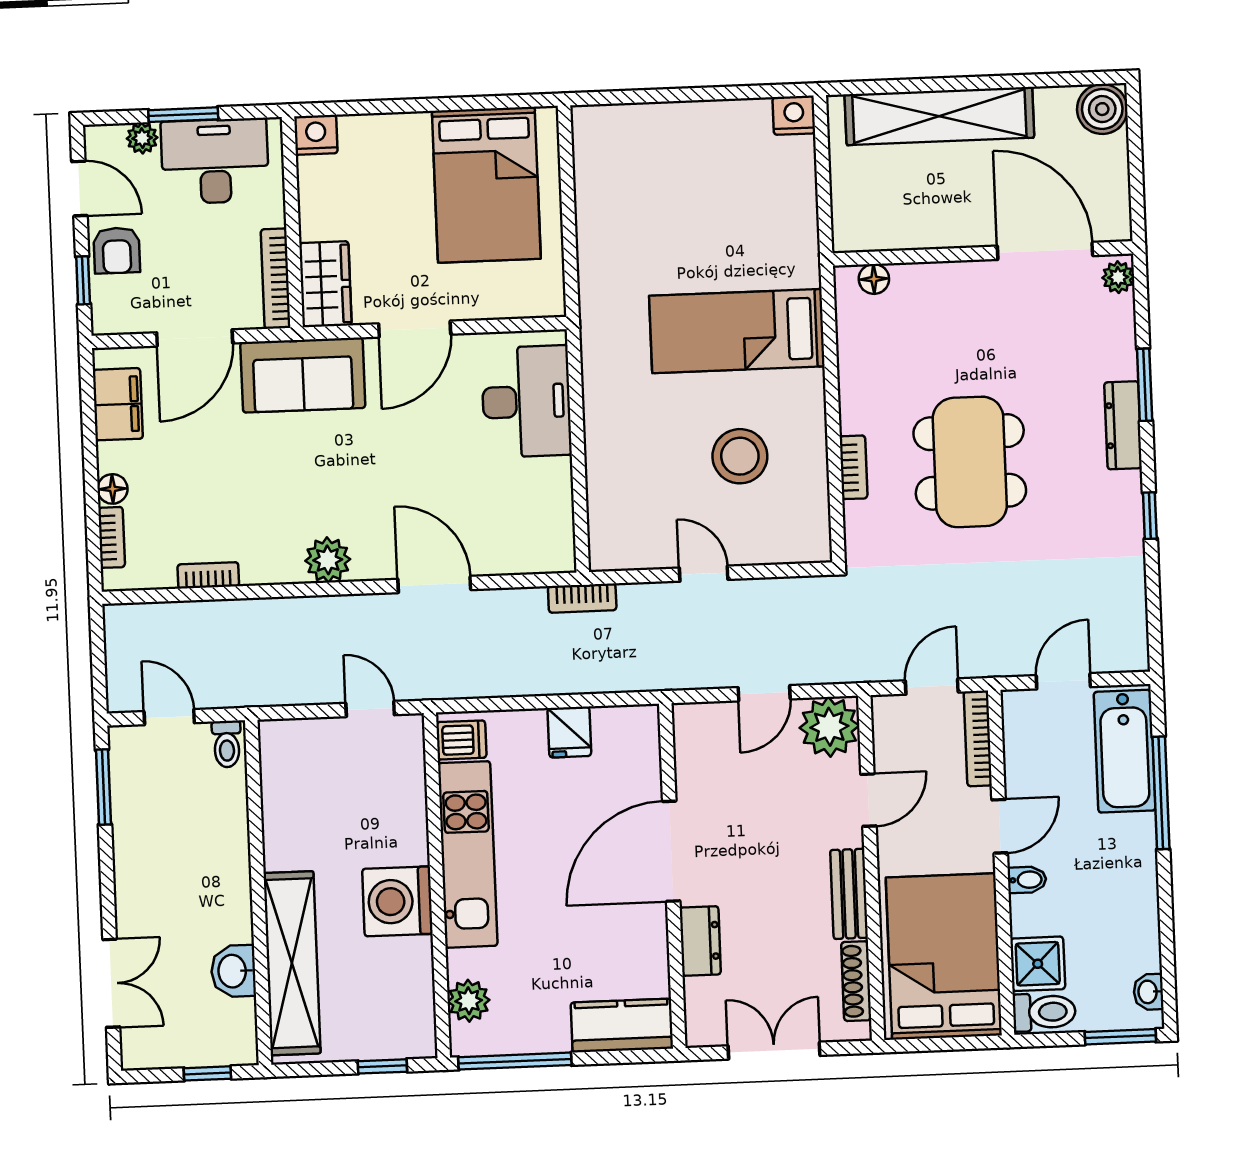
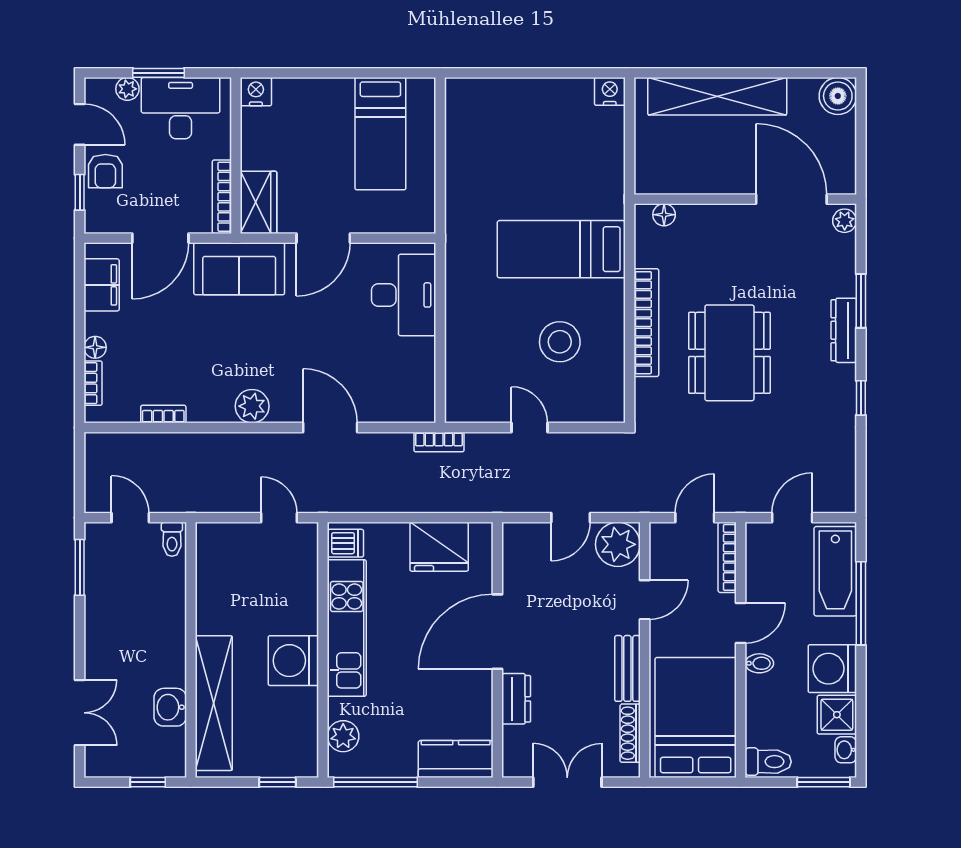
bed: (486, 185) -> (380, 134), width x0.67
bookcase: (854, 467) -> (646, 323), width x2.31, depth x1.31
fridge: (569, 732) -> (439, 547), width x1.88, depth x1.34
washing machine: (1126, 883) -> (832, 669), added
shower: (1038, 964) -> (837, 715), moved

